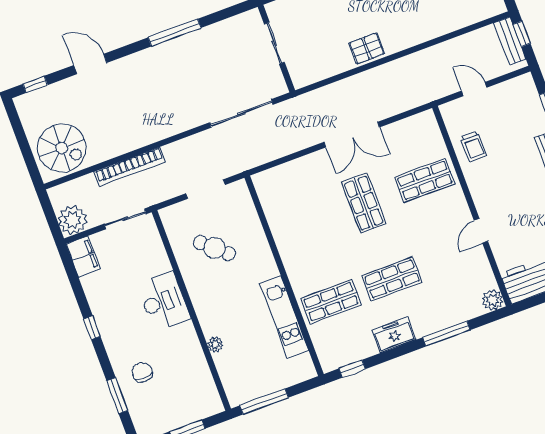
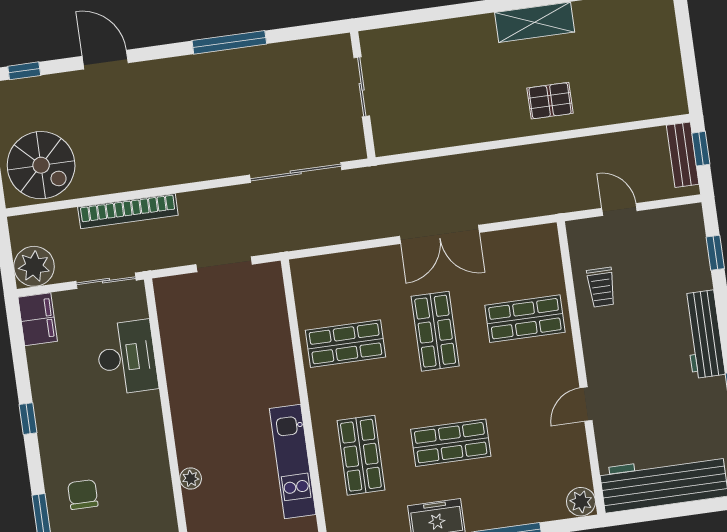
pallet: (367, 48) -> (550, 101), moved
shop shelf: (303, 226) -> (346, 344), added
cafe table: (214, 248) -> (219, 347), removed
desk: (163, 301) -> (127, 357), moved
shop shelf: (331, 302) -> (361, 455), turned 90

